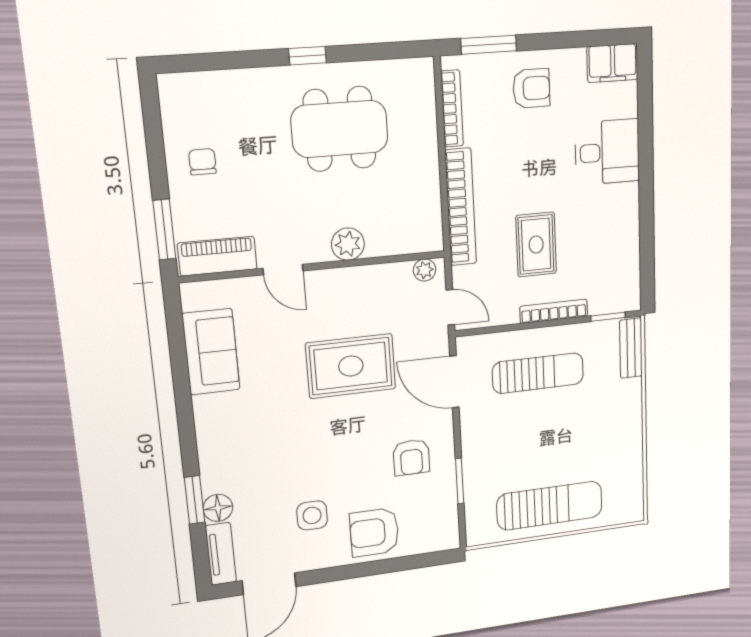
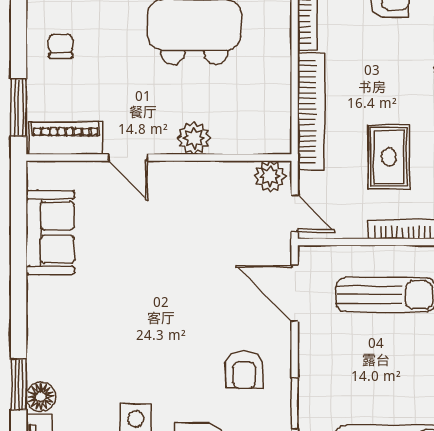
plant: (425, 270) -> (270, 176), width x1.38, depth x1.38
rug: (351, 366) -> (188, 263), removed

